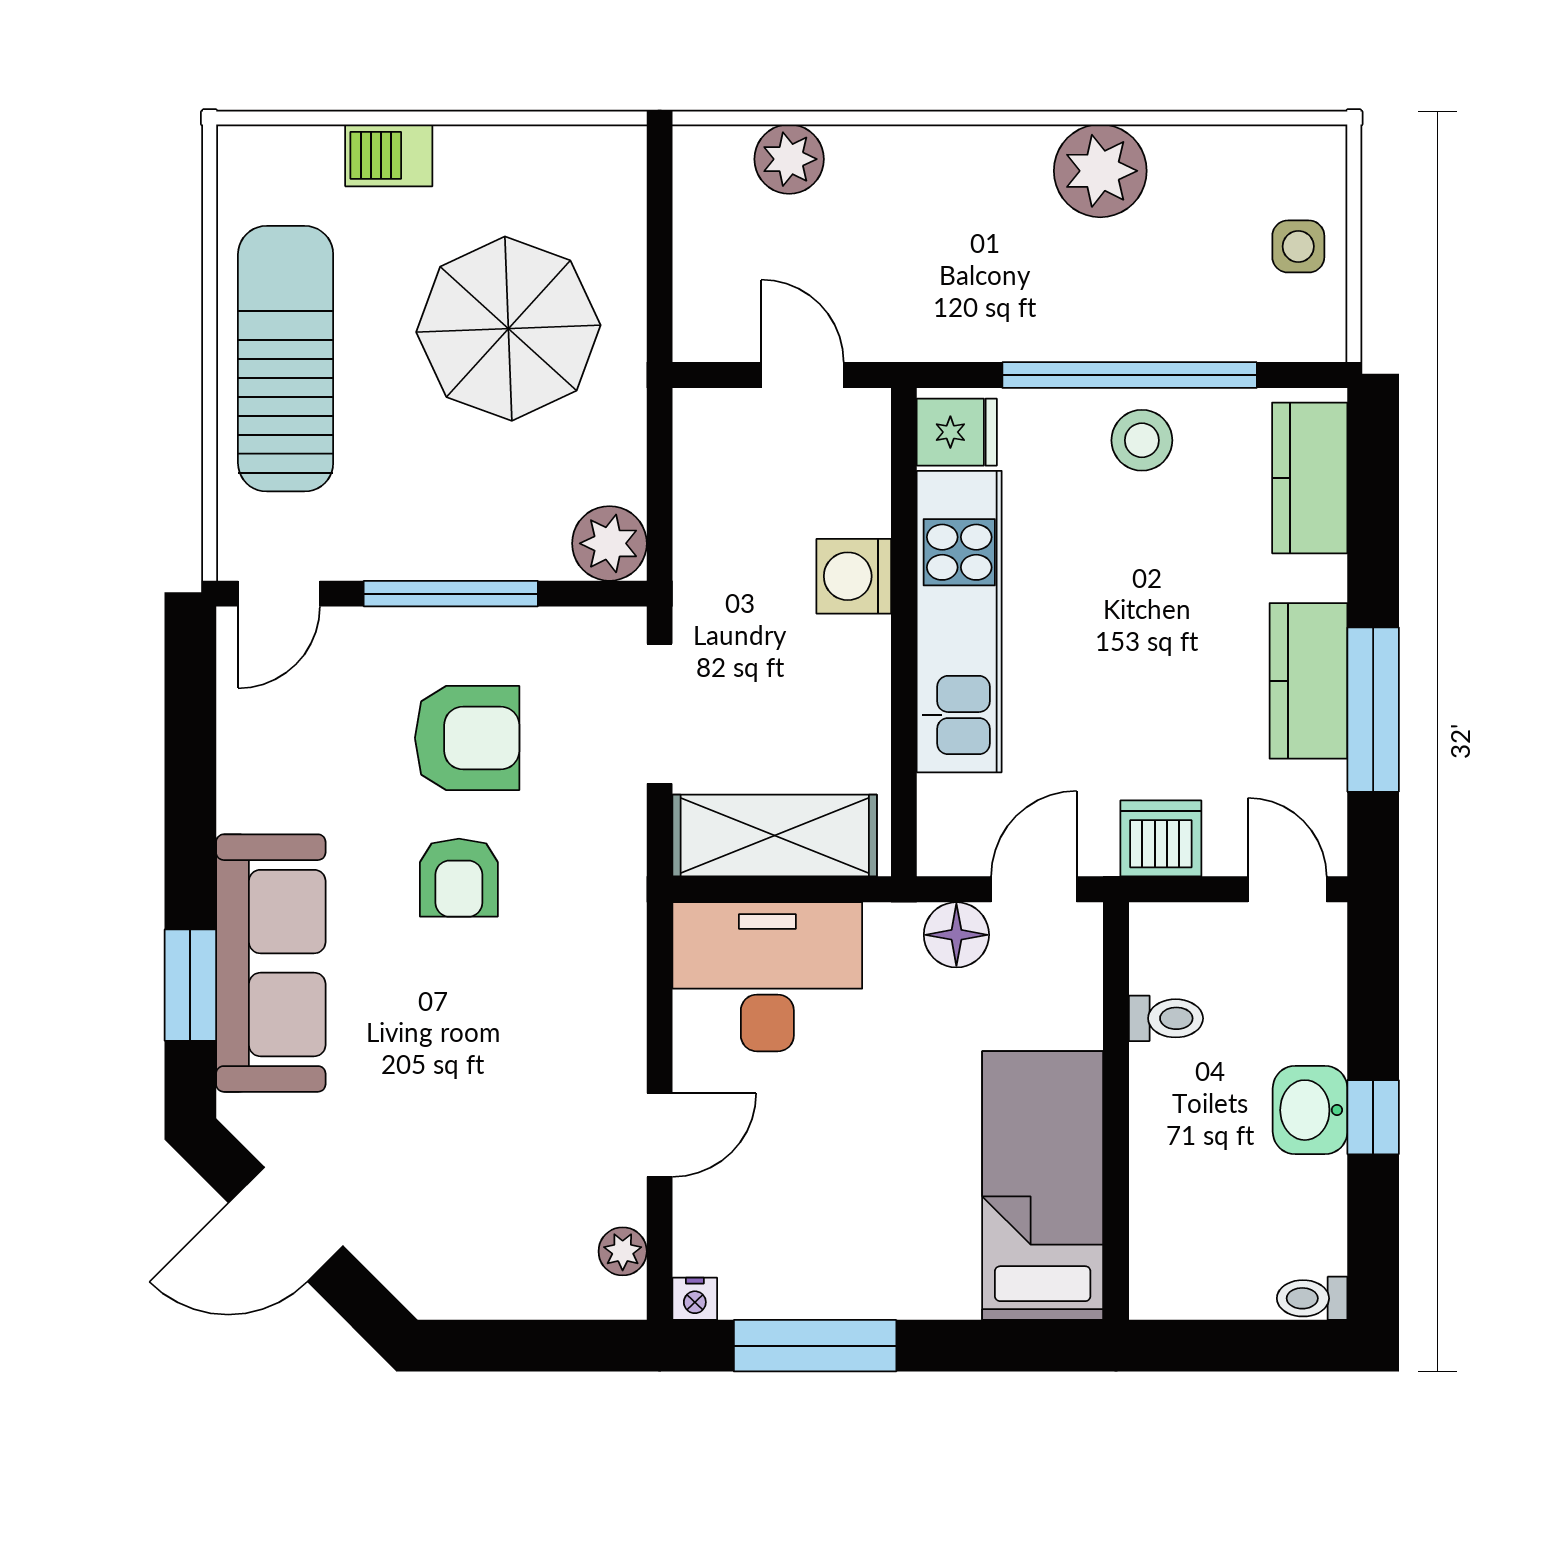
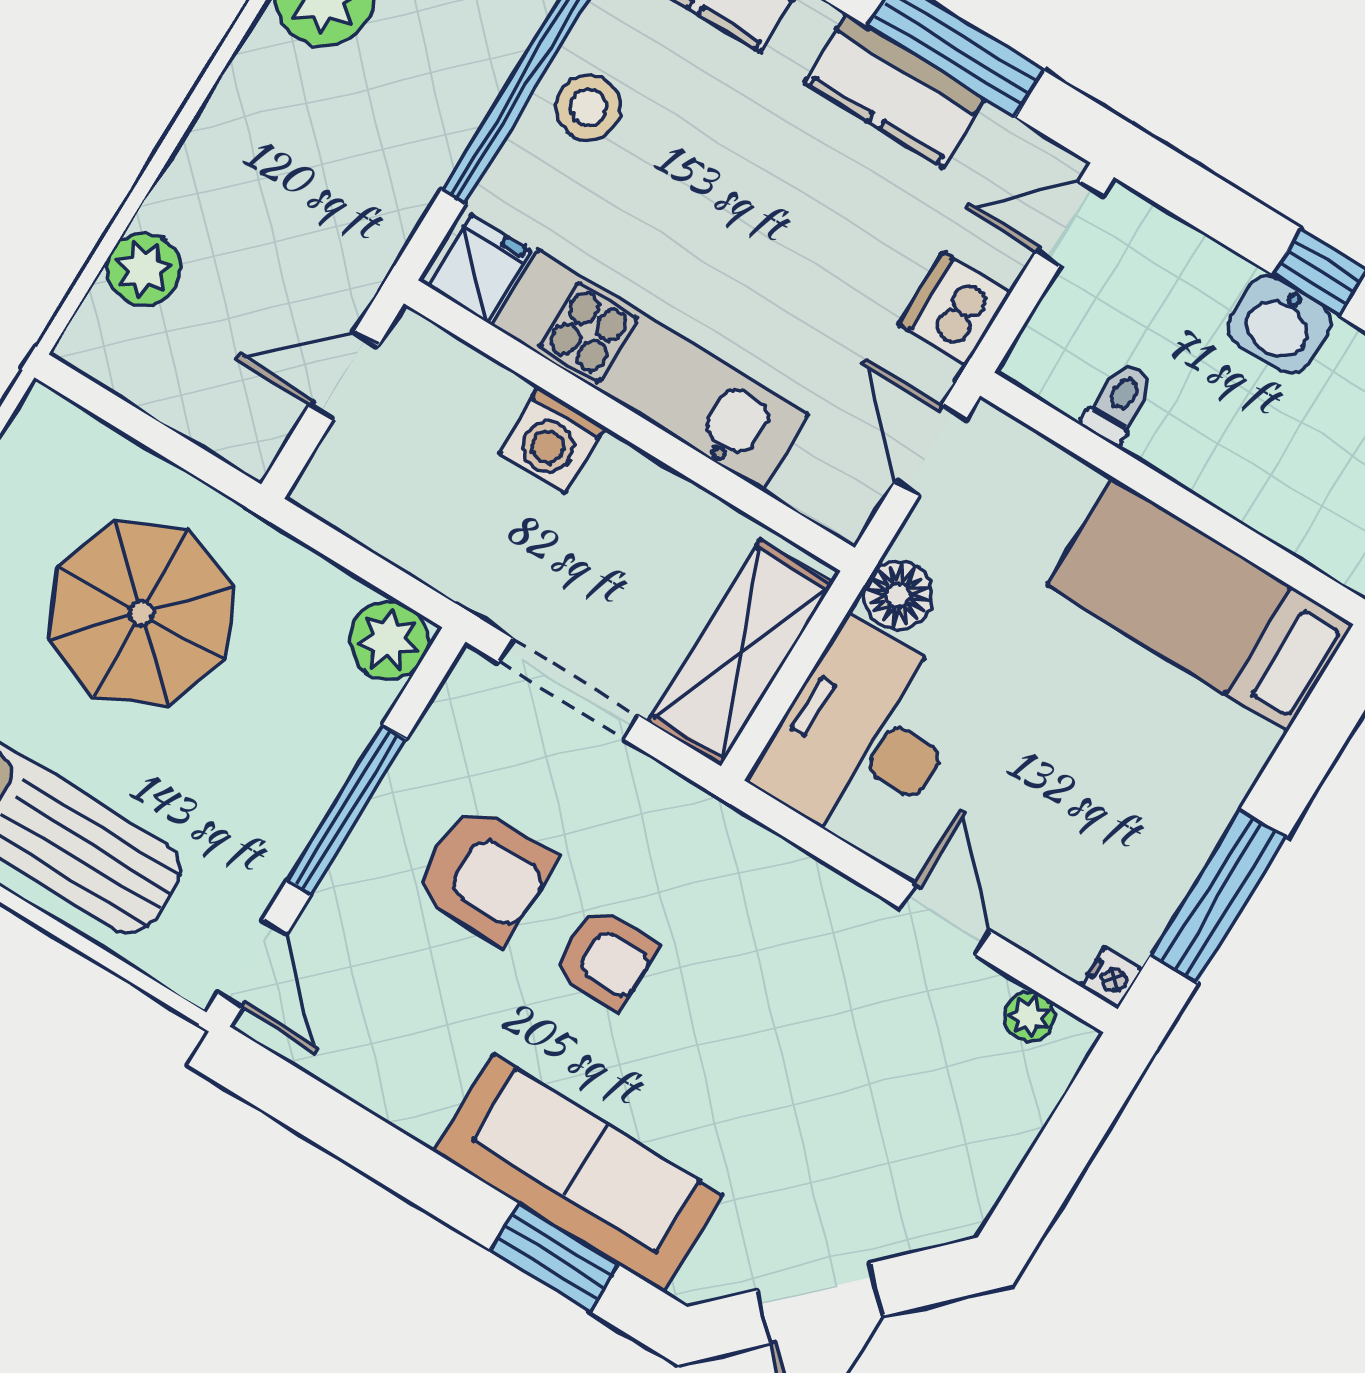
armchair: (467, 738) -> (485, 874), turned 90
floor lamp: (956, 935) -> (898, 595), moved

